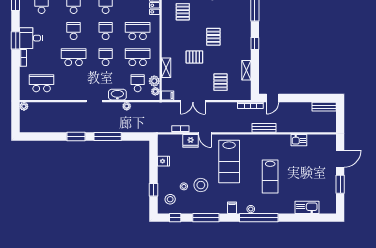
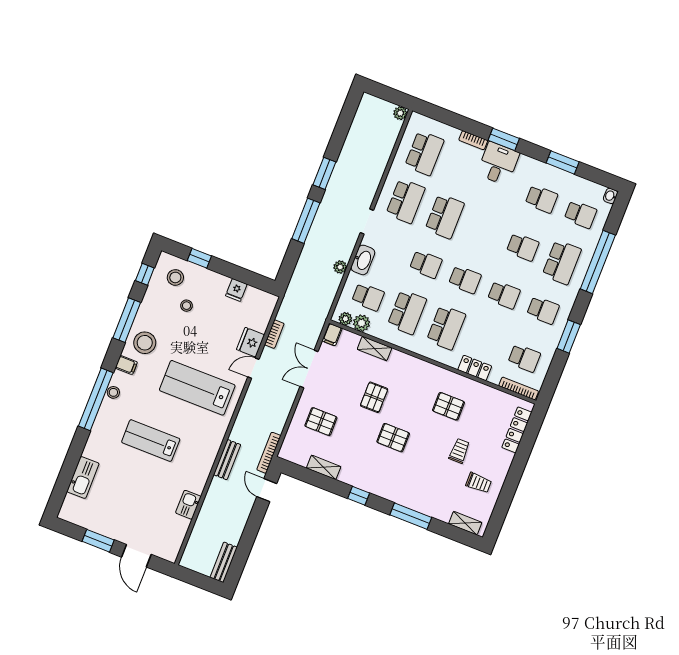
school desk: (74, 31) -> (406, 201), moved, width x1.85
stool: (201, 185) -> (145, 343), moved

